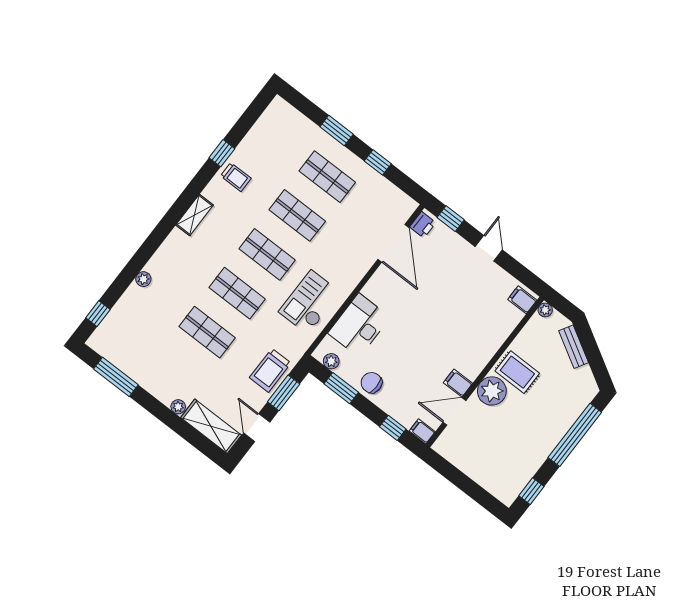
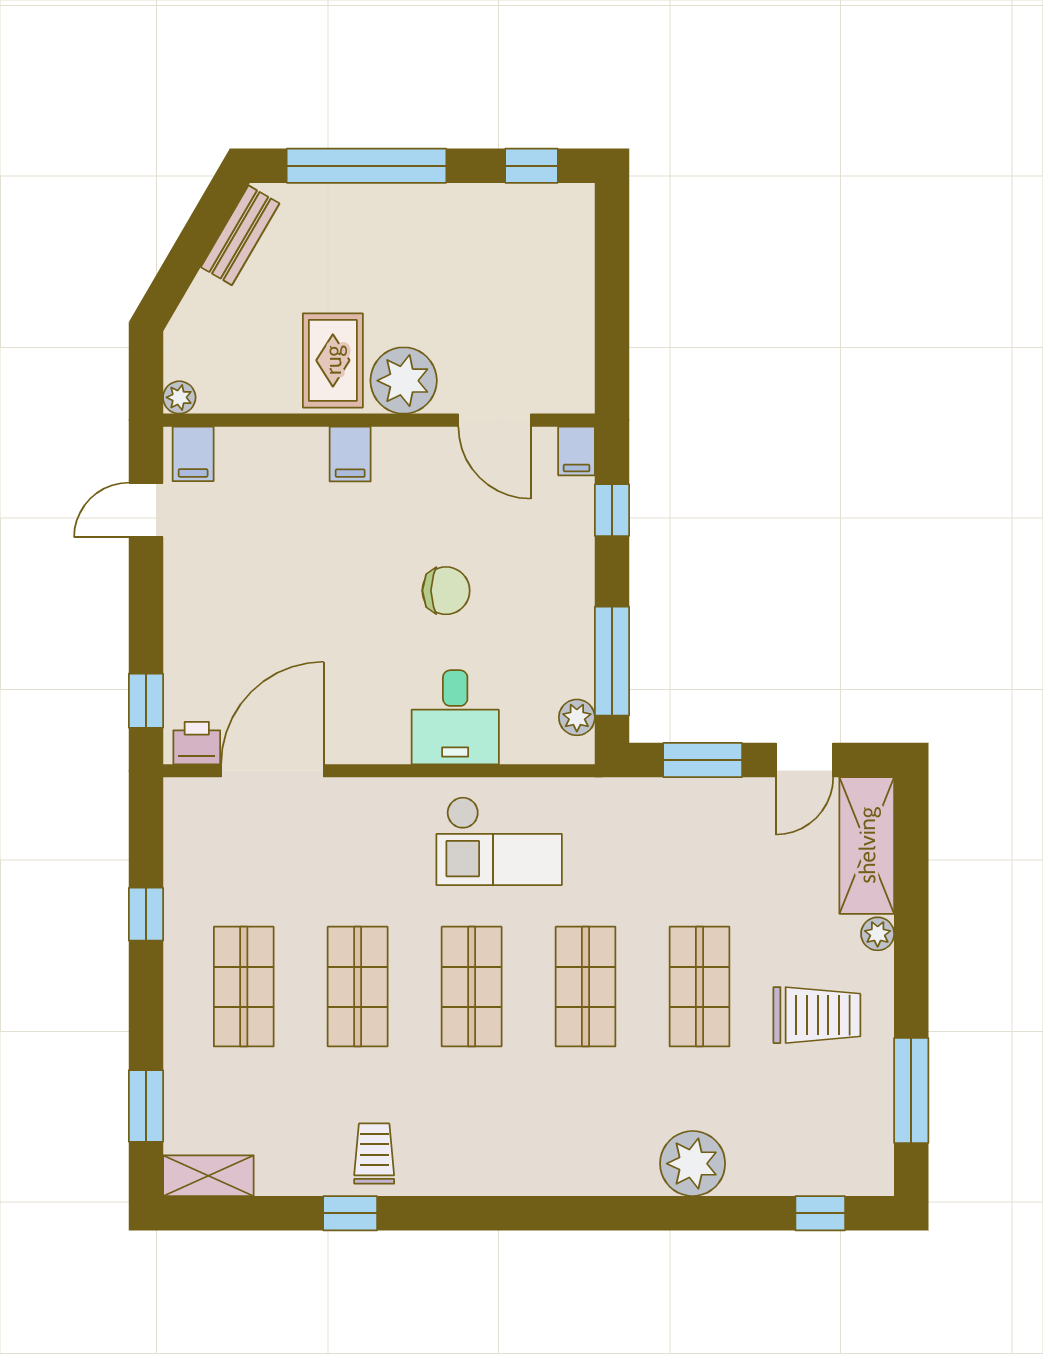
window: (337, 131) -> (146, 1106), moved
shelving: (194, 215) -> (208, 1176), moved
door: (489, 248) -> (146, 510), moved
plant: (143, 279) -> (693, 1164), width x1.88, depth x1.88
desk: (359, 325) -> (455, 717), width x0.73
bench: (574, 347) -> (240, 235), moved
trolley: (270, 370) -> (817, 1015), moved
chair: (372, 383) -> (446, 591), moved, turned -90
filing cabinet: (458, 383) -> (350, 454), moved
window: (341, 388) -> (612, 661), width x1.44

